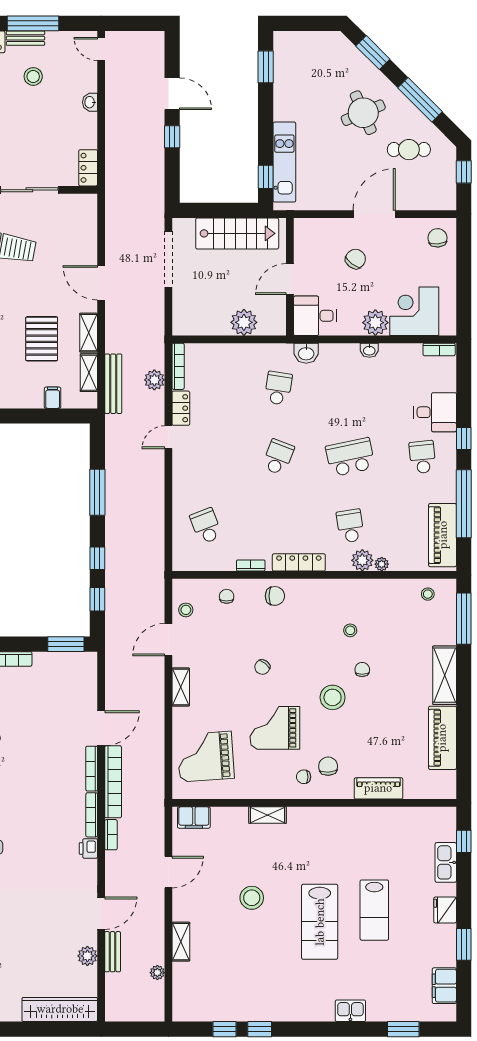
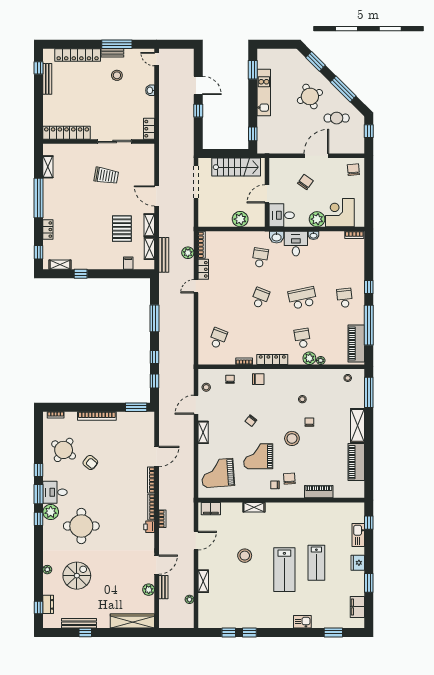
kitchen unit: (284, 162) -> (264, 93), moved
desk: (435, 412) -> (296, 244), moved, turned -90
school desk: (206, 526) -> (218, 338), turned 42
bookcase: (113, 782) -> (164, 488), removed

